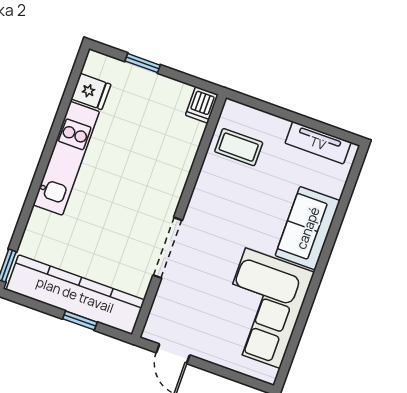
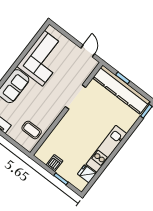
dishwasher: (202, 105) -> (55, 163), moved

